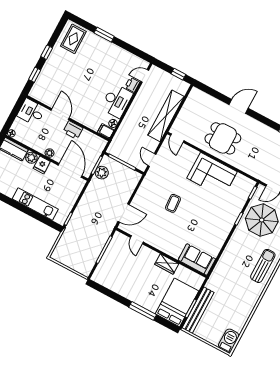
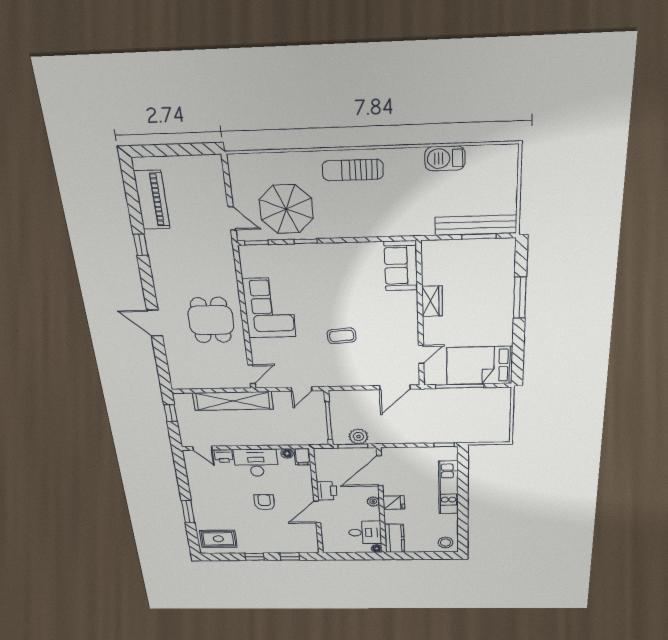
armchair: (85, 87) -> (264, 502), added
desk: (31, 112) -> (365, 532), moved, turned -90
plant: (31, 158) -> (392, 517), removed
door: (124, 213) -> (395, 387), swing flipped
bed: (177, 302) -> (479, 366), moved
barbecue: (229, 341) -> (445, 158), moved

